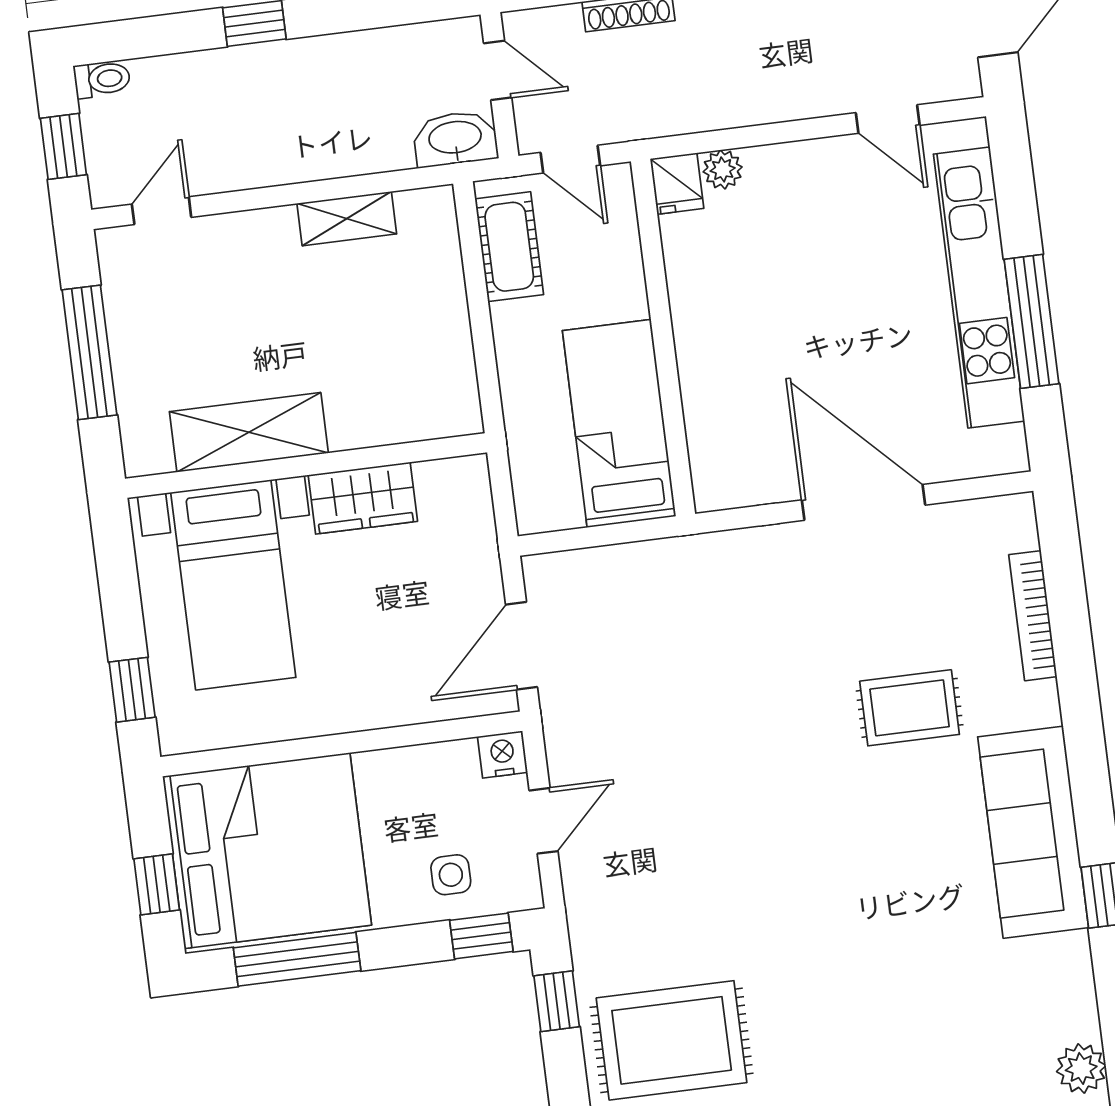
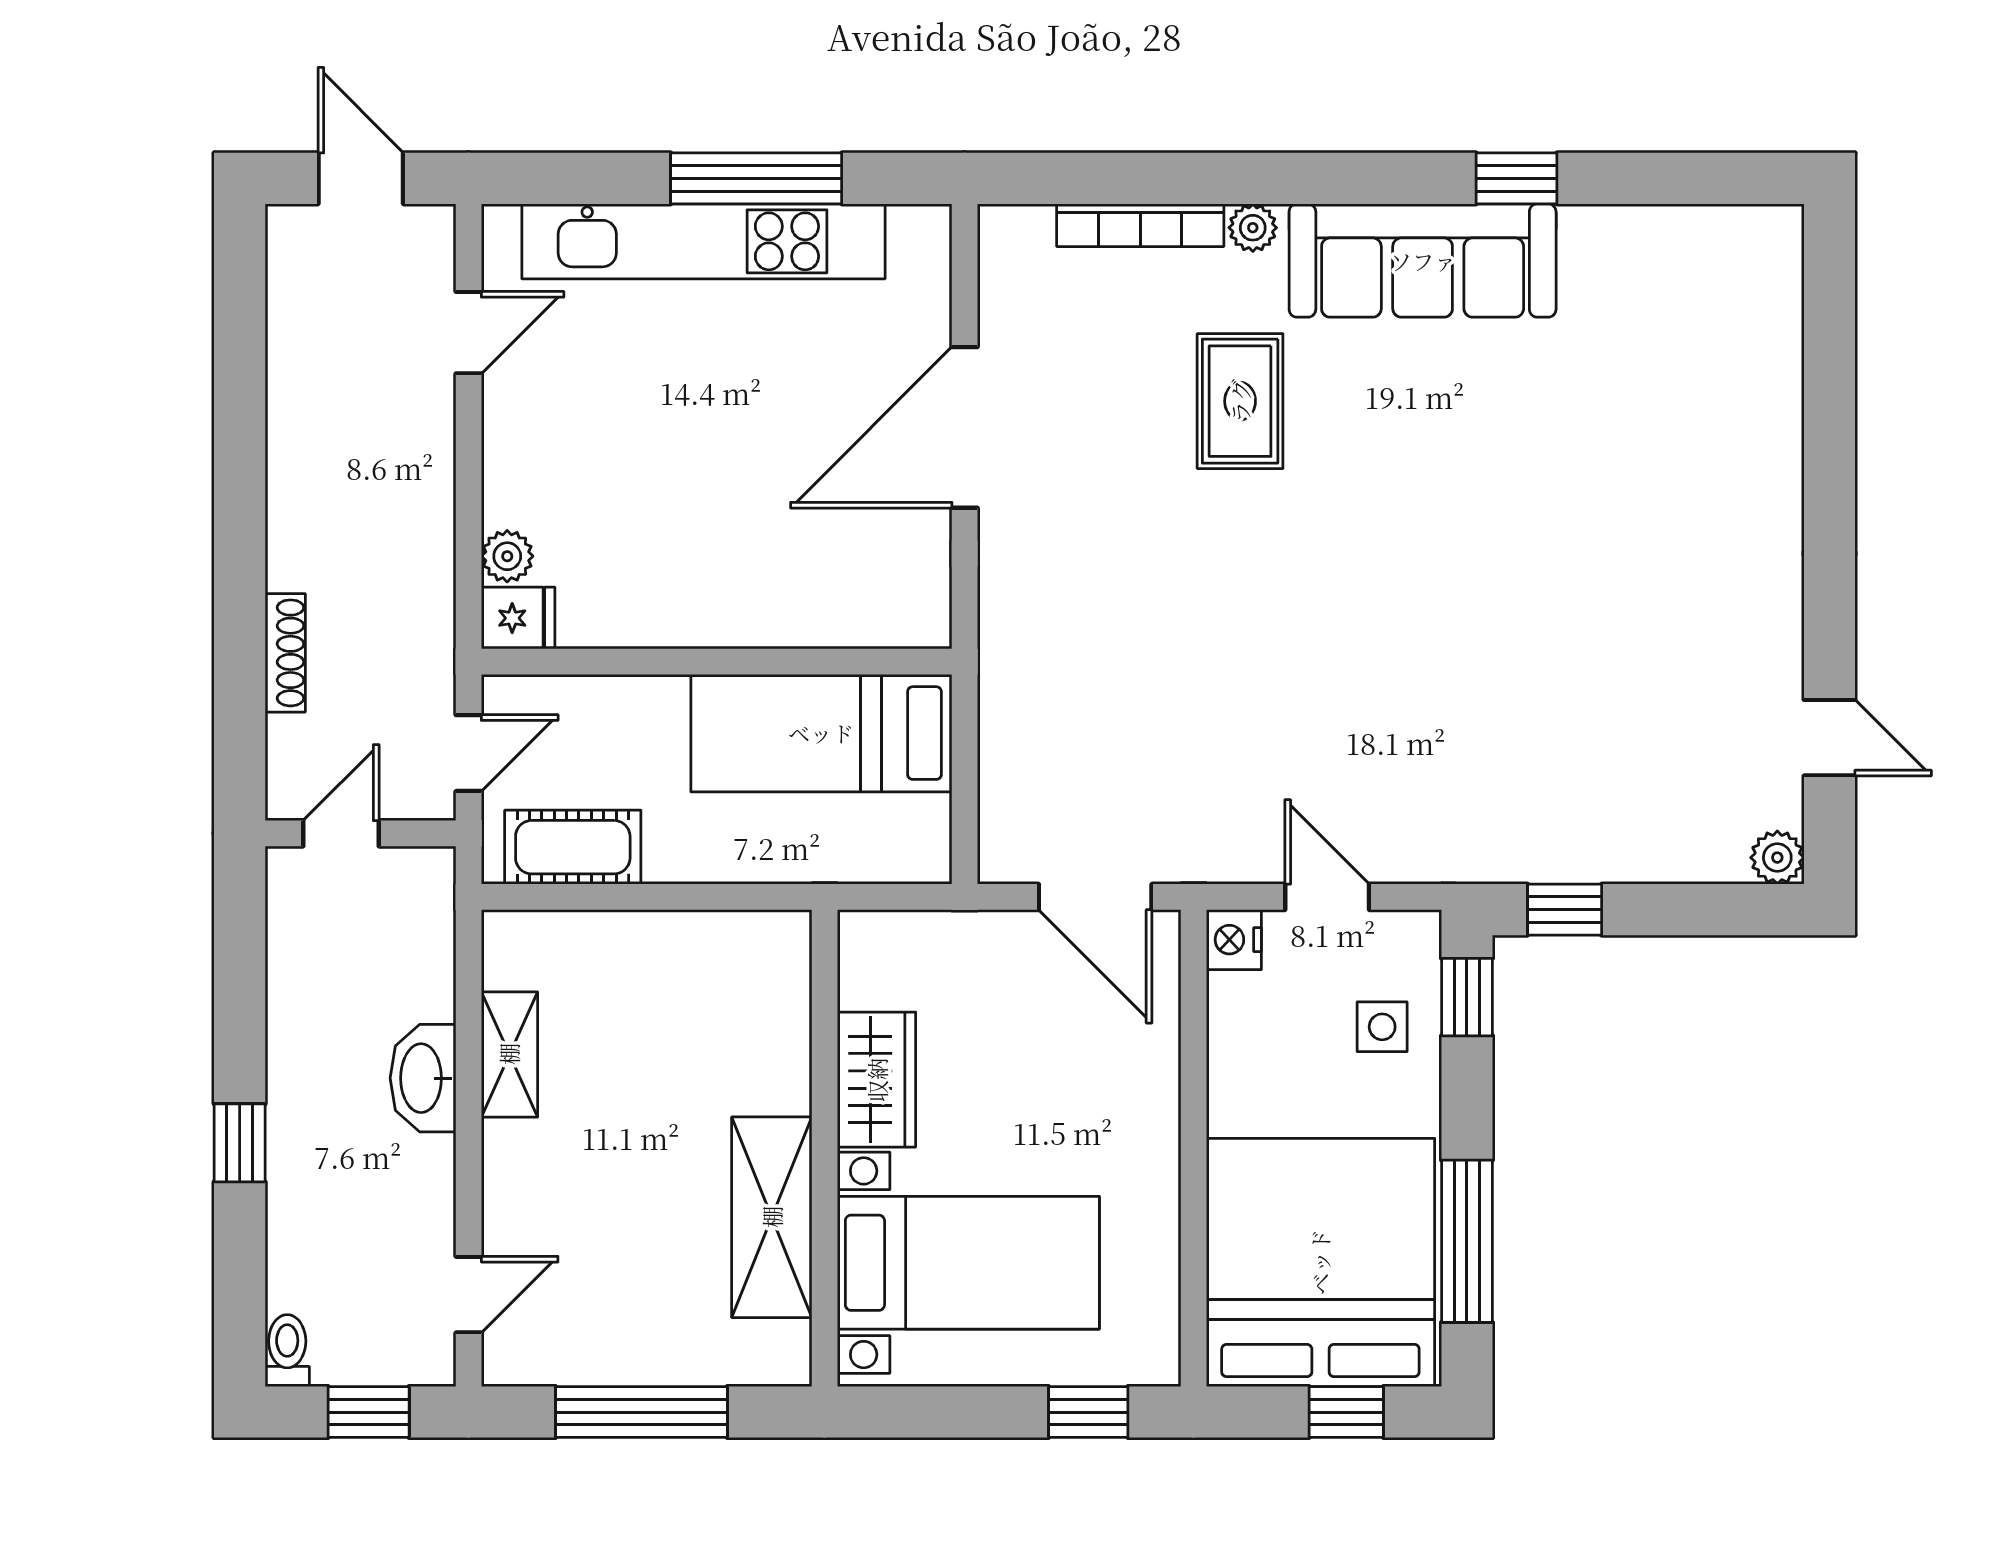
washbasin: (455, 139) -> (423, 1078), moved
door: (162, 211) -> (469, 1295), swing flipped
rug: (672, 1040) -> (1634, 766), removed
plant: (1081, 1068) -> (1253, 228), moved, width x0.73, depth x0.73

